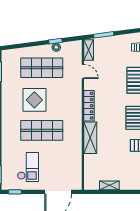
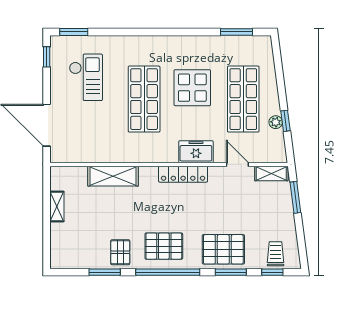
door: (83, 71) -> (237, 164), swing flipped
freezer: (75, 98) -> (196, 152), added
shelving: (90, 138) -> (113, 176), moved
checkout: (28, 167) -> (86, 77), turned -90

